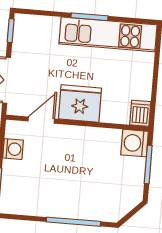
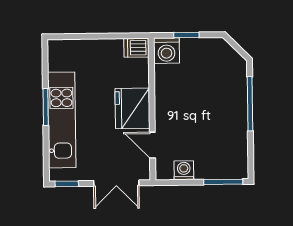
kitchen unit: (108, 34) -> (62, 120), moved
window: (148, 164) -> (186, 35), width x0.67

